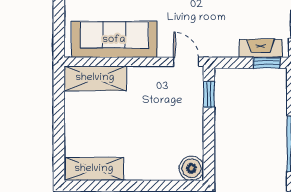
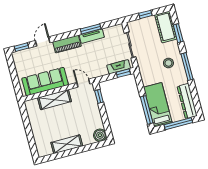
shelving: (95, 78) -> (54, 100), moved
shelving: (94, 169) -> (67, 144), moved

